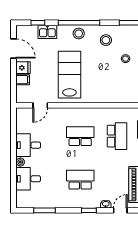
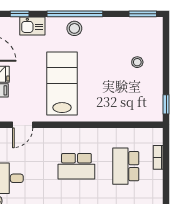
stool: (106, 40) -> (111, 37), removed
school desk: (80, 136) -> (76, 166), turned 180
school desk: (117, 136) -> (126, 166), turned 180

